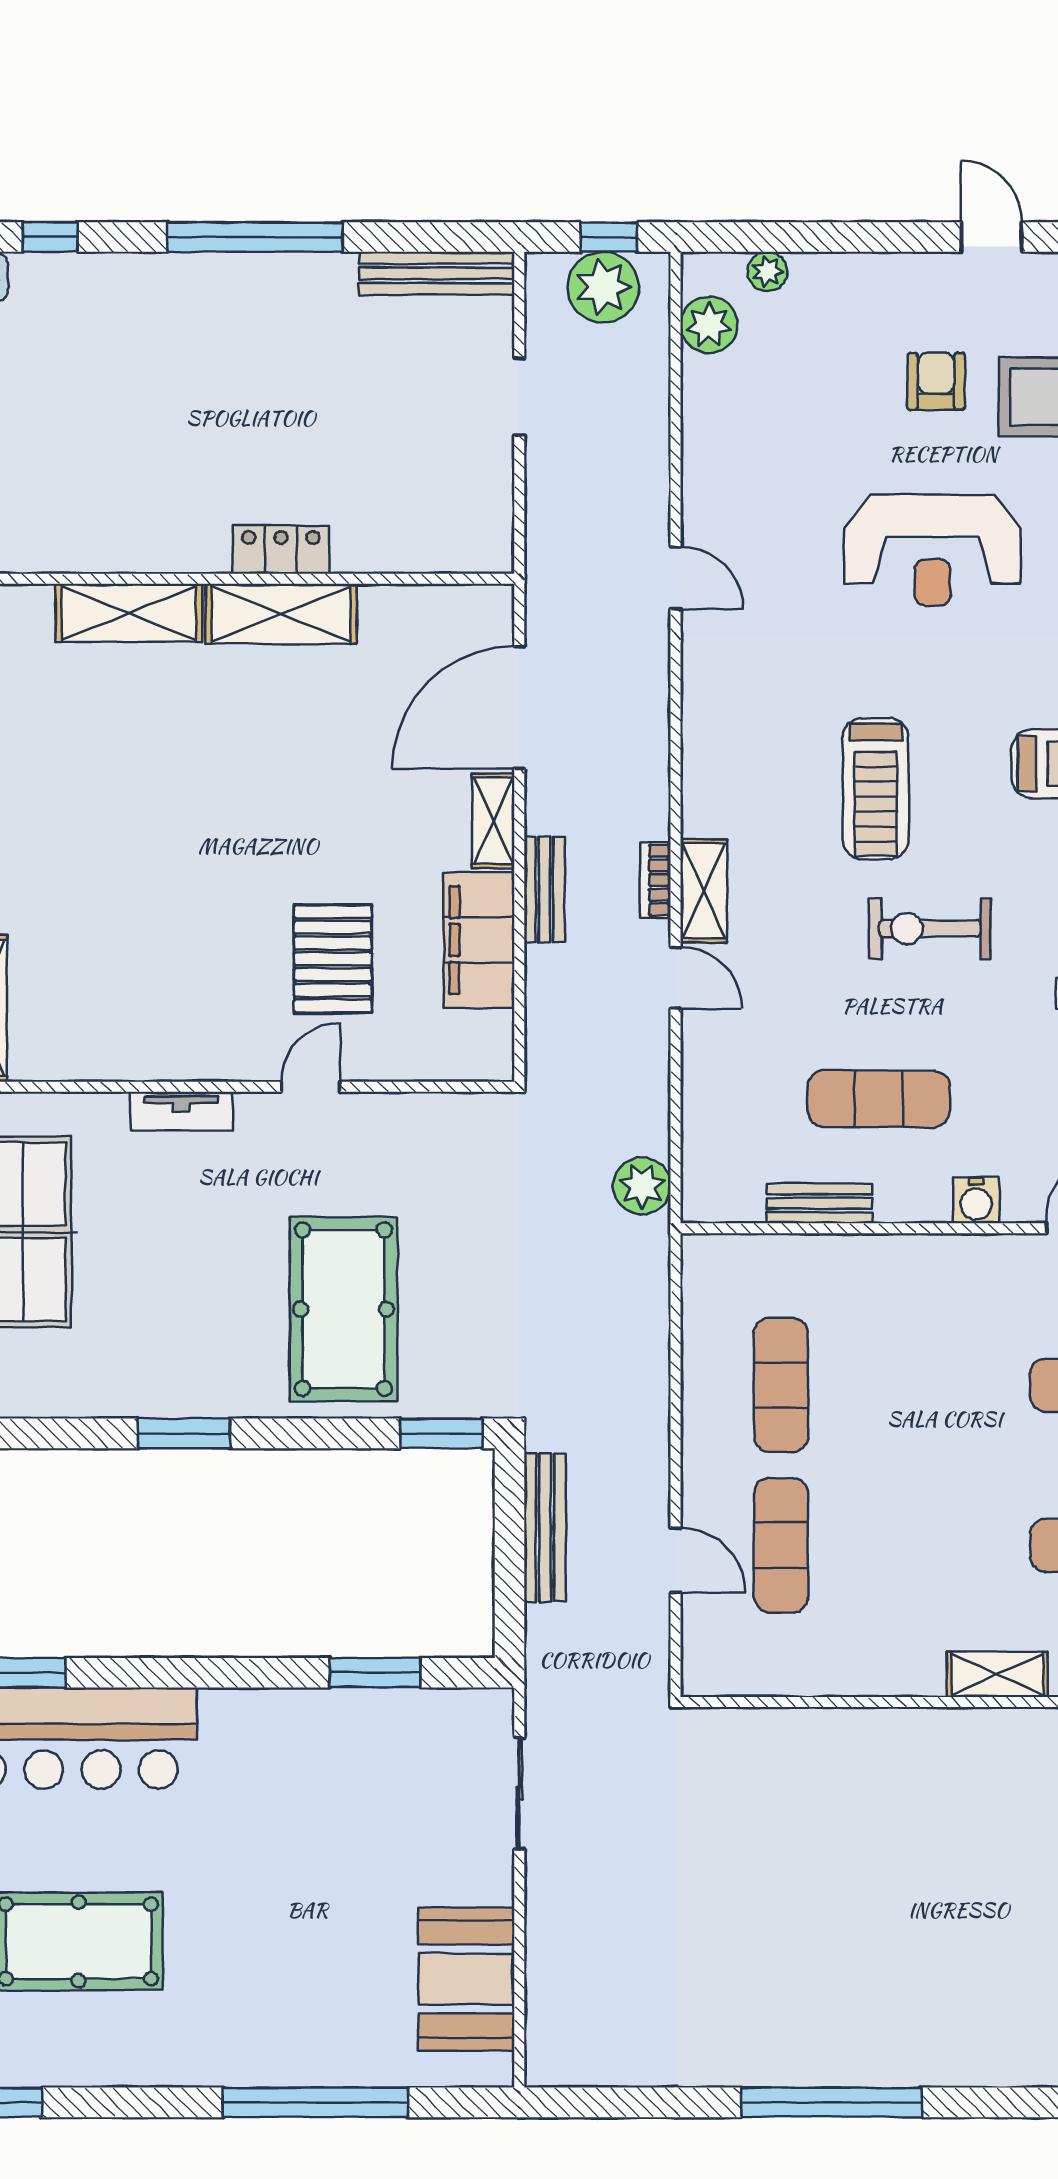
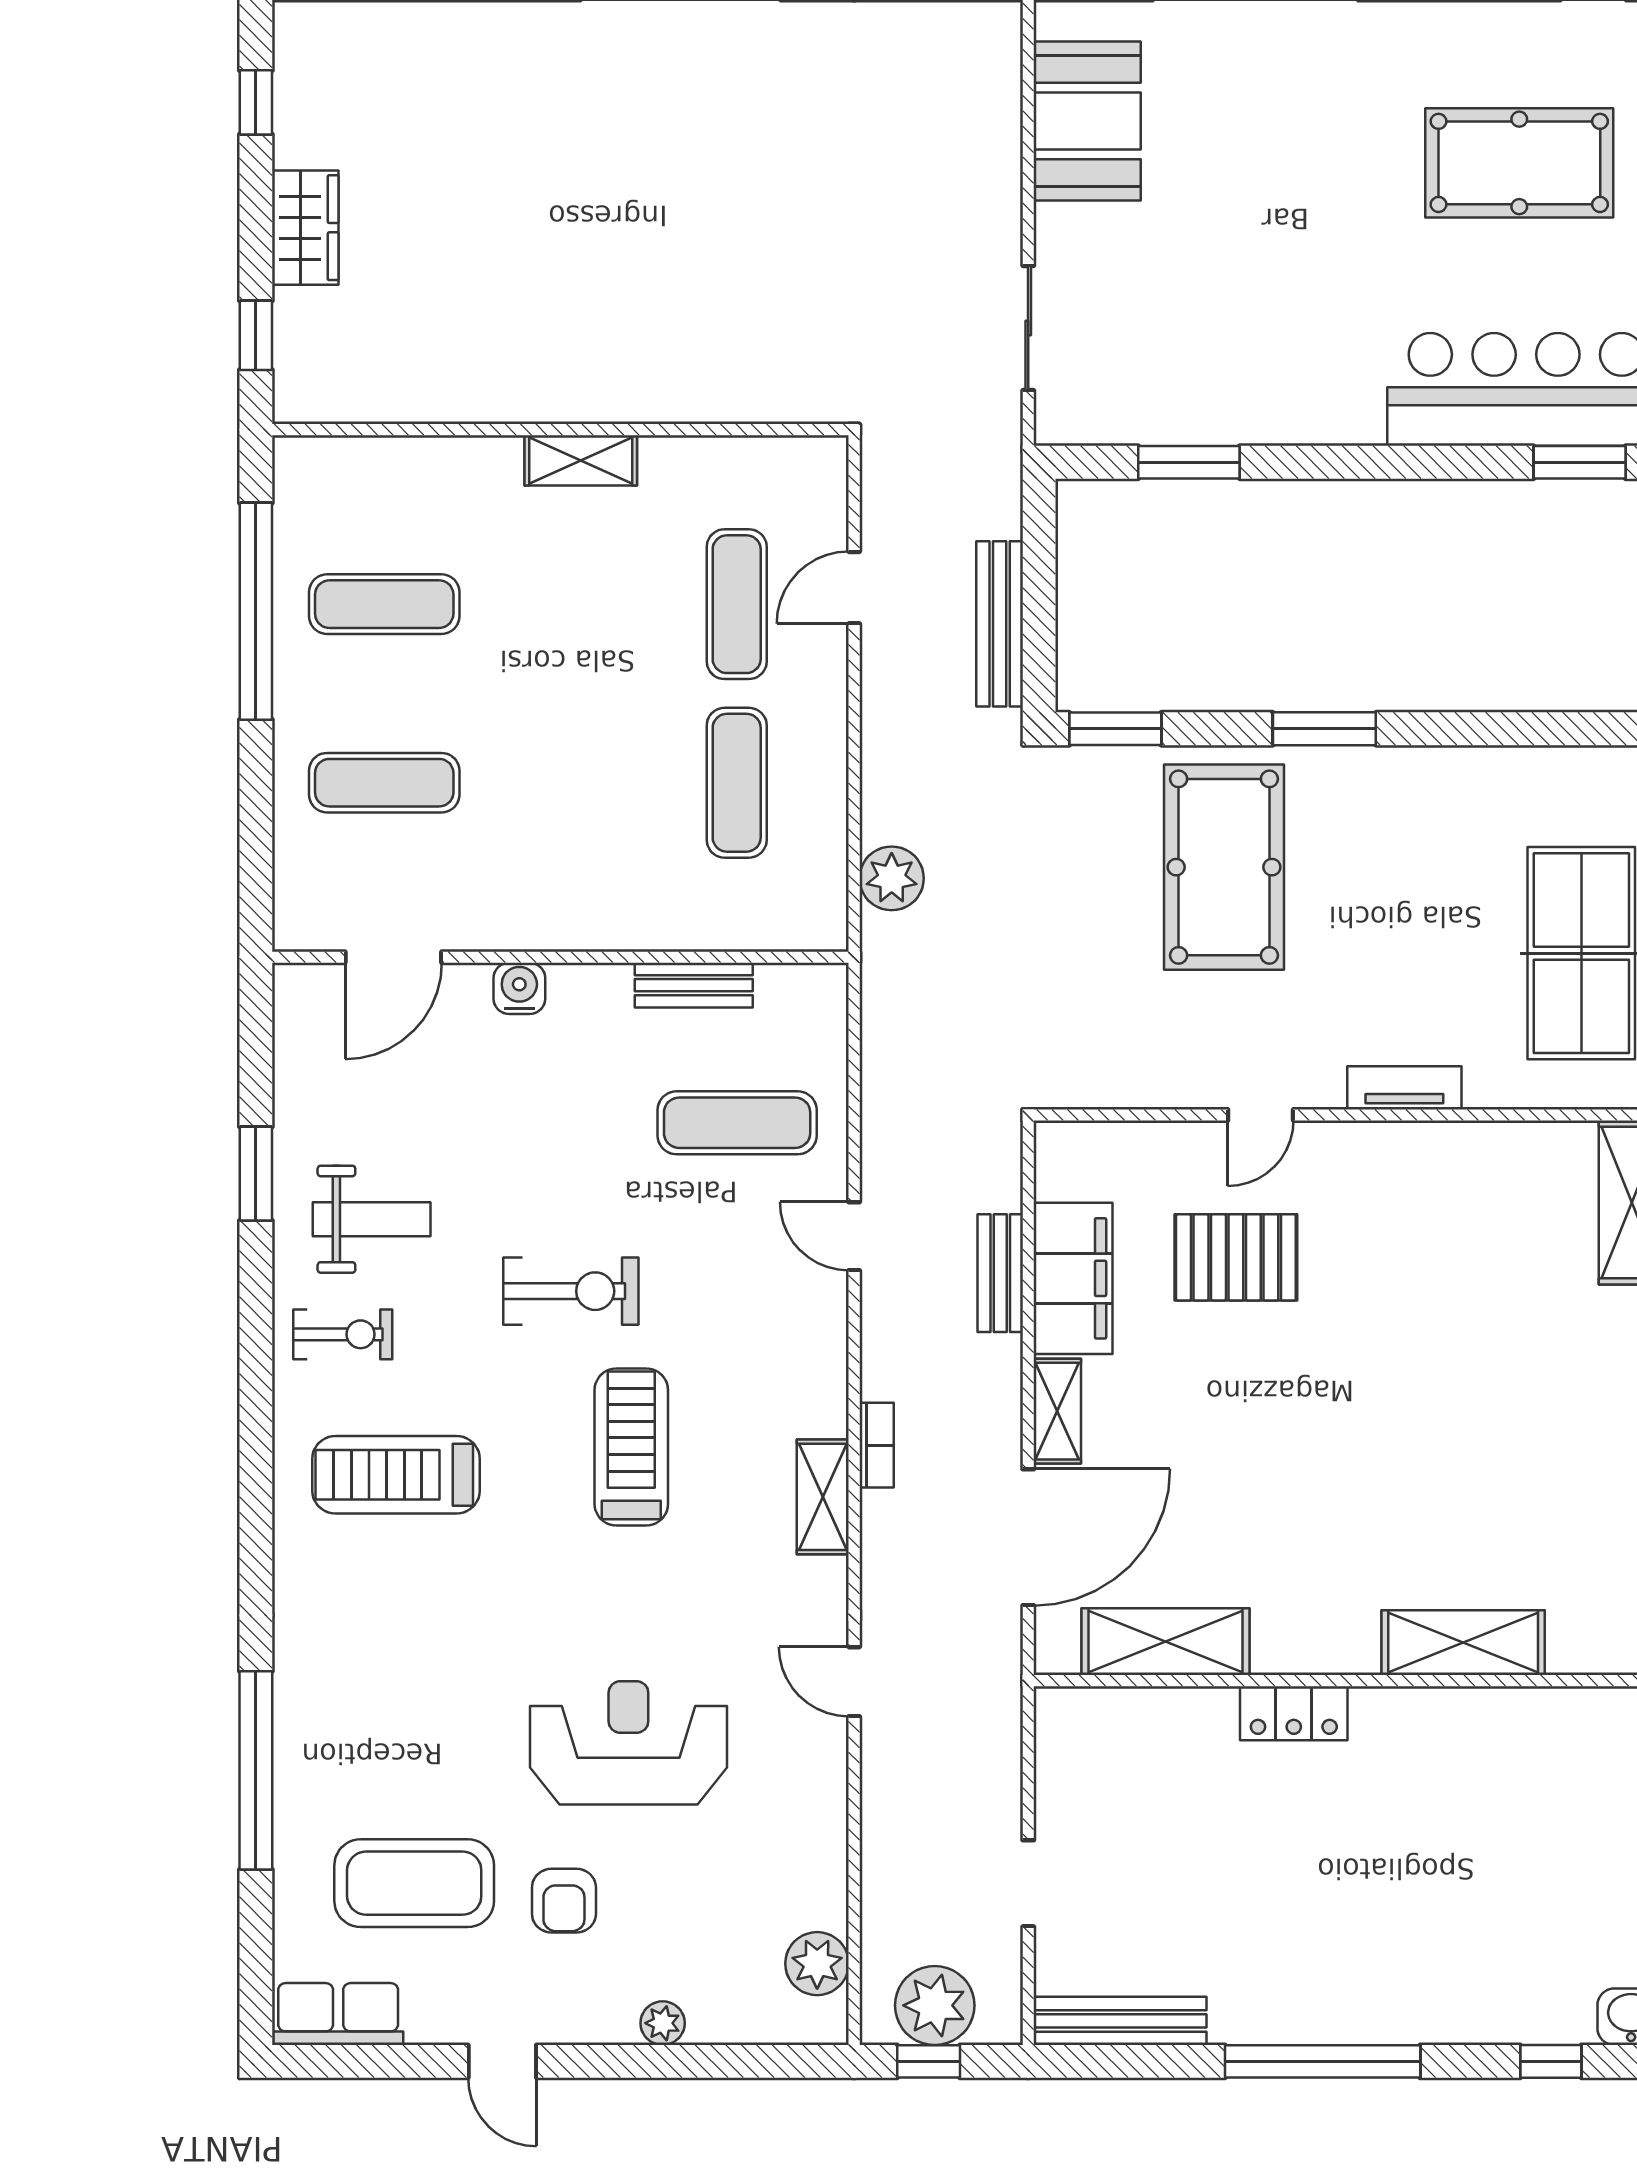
plant: (767, 271) -> (663, 2023), moved
reception desk: (933, 550) -> (628, 1743), moved
shelving: (281, 614) -> (1165, 1642), moved
bookcase: (655, 880) -> (877, 1445), moved
bench: (544, 889) -> (1000, 1273), moved
shelving: (704, 891) -> (823, 1497), moved
pallet: (333, 959) -> (1236, 1257), turned 90
exercise mat: (879, 1099) -> (737, 1123), moved
plant: (642, 1186) -> (892, 878), moved
window: (184, 1433) -> (1324, 729), moved
door: (676, 1560) -> (854, 588), hinge flipped
shelving: (997, 1674) -> (581, 460), moved

